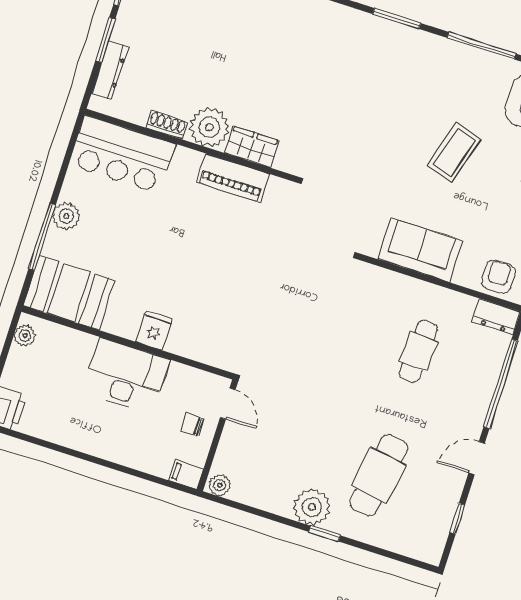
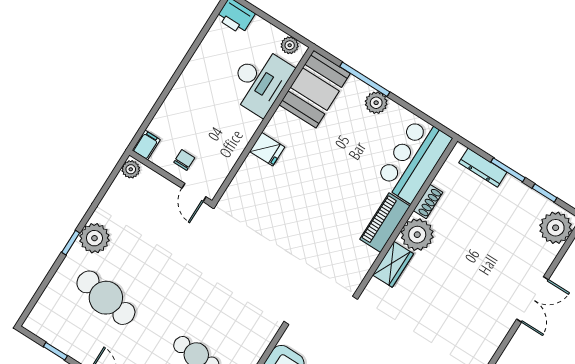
piano: (233, 178) -> (385, 223), moved
desk: (126, 376) -> (260, 81), moved
door: (228, 404) -> (194, 192), hinge flipped

